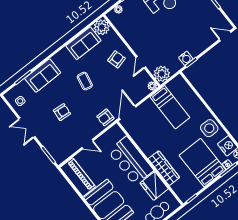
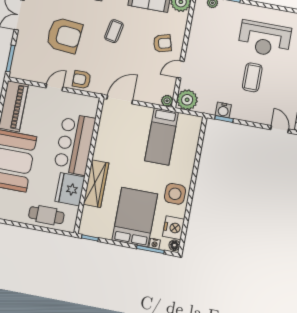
coffee table: (182, 25) -> (252, 77), added
armchair: (62, 112) -> (64, 35), width x1.88, depth x1.88
armchair: (105, 117) -> (82, 80), moved
door: (87, 144) -> (54, 87), swing flipped

